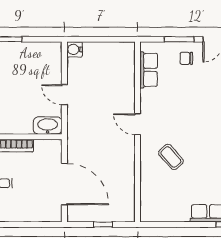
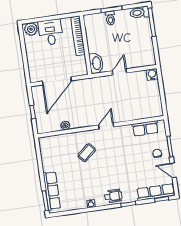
plant: (129, 181) -> (65, 126), added

